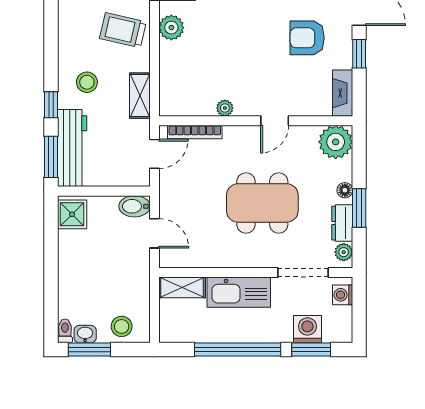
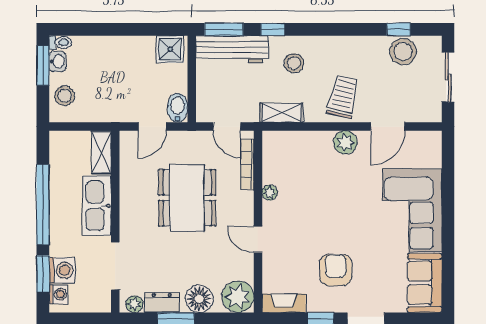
floor lamp: (345, 190) -> (199, 299), width x1.89, depth x1.89
dining table: (262, 203) -> (187, 198), moved
washing machine: (343, 295) -> (59, 294), moved, turned 90

